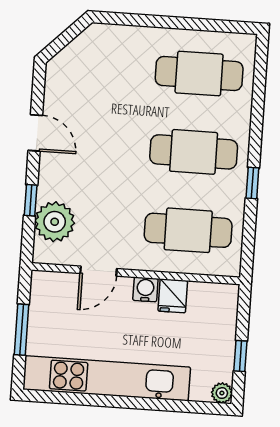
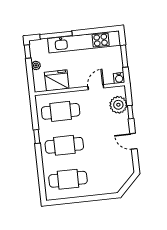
water cooler: (145, 289) -> (119, 78), moved
fridge: (173, 296) -> (57, 80), width x1.88, depth x1.34
window: (240, 356) -> (28, 52), moved
plant: (222, 393) -> (36, 65), moved
window: (167, 405) -> (56, 35), added

